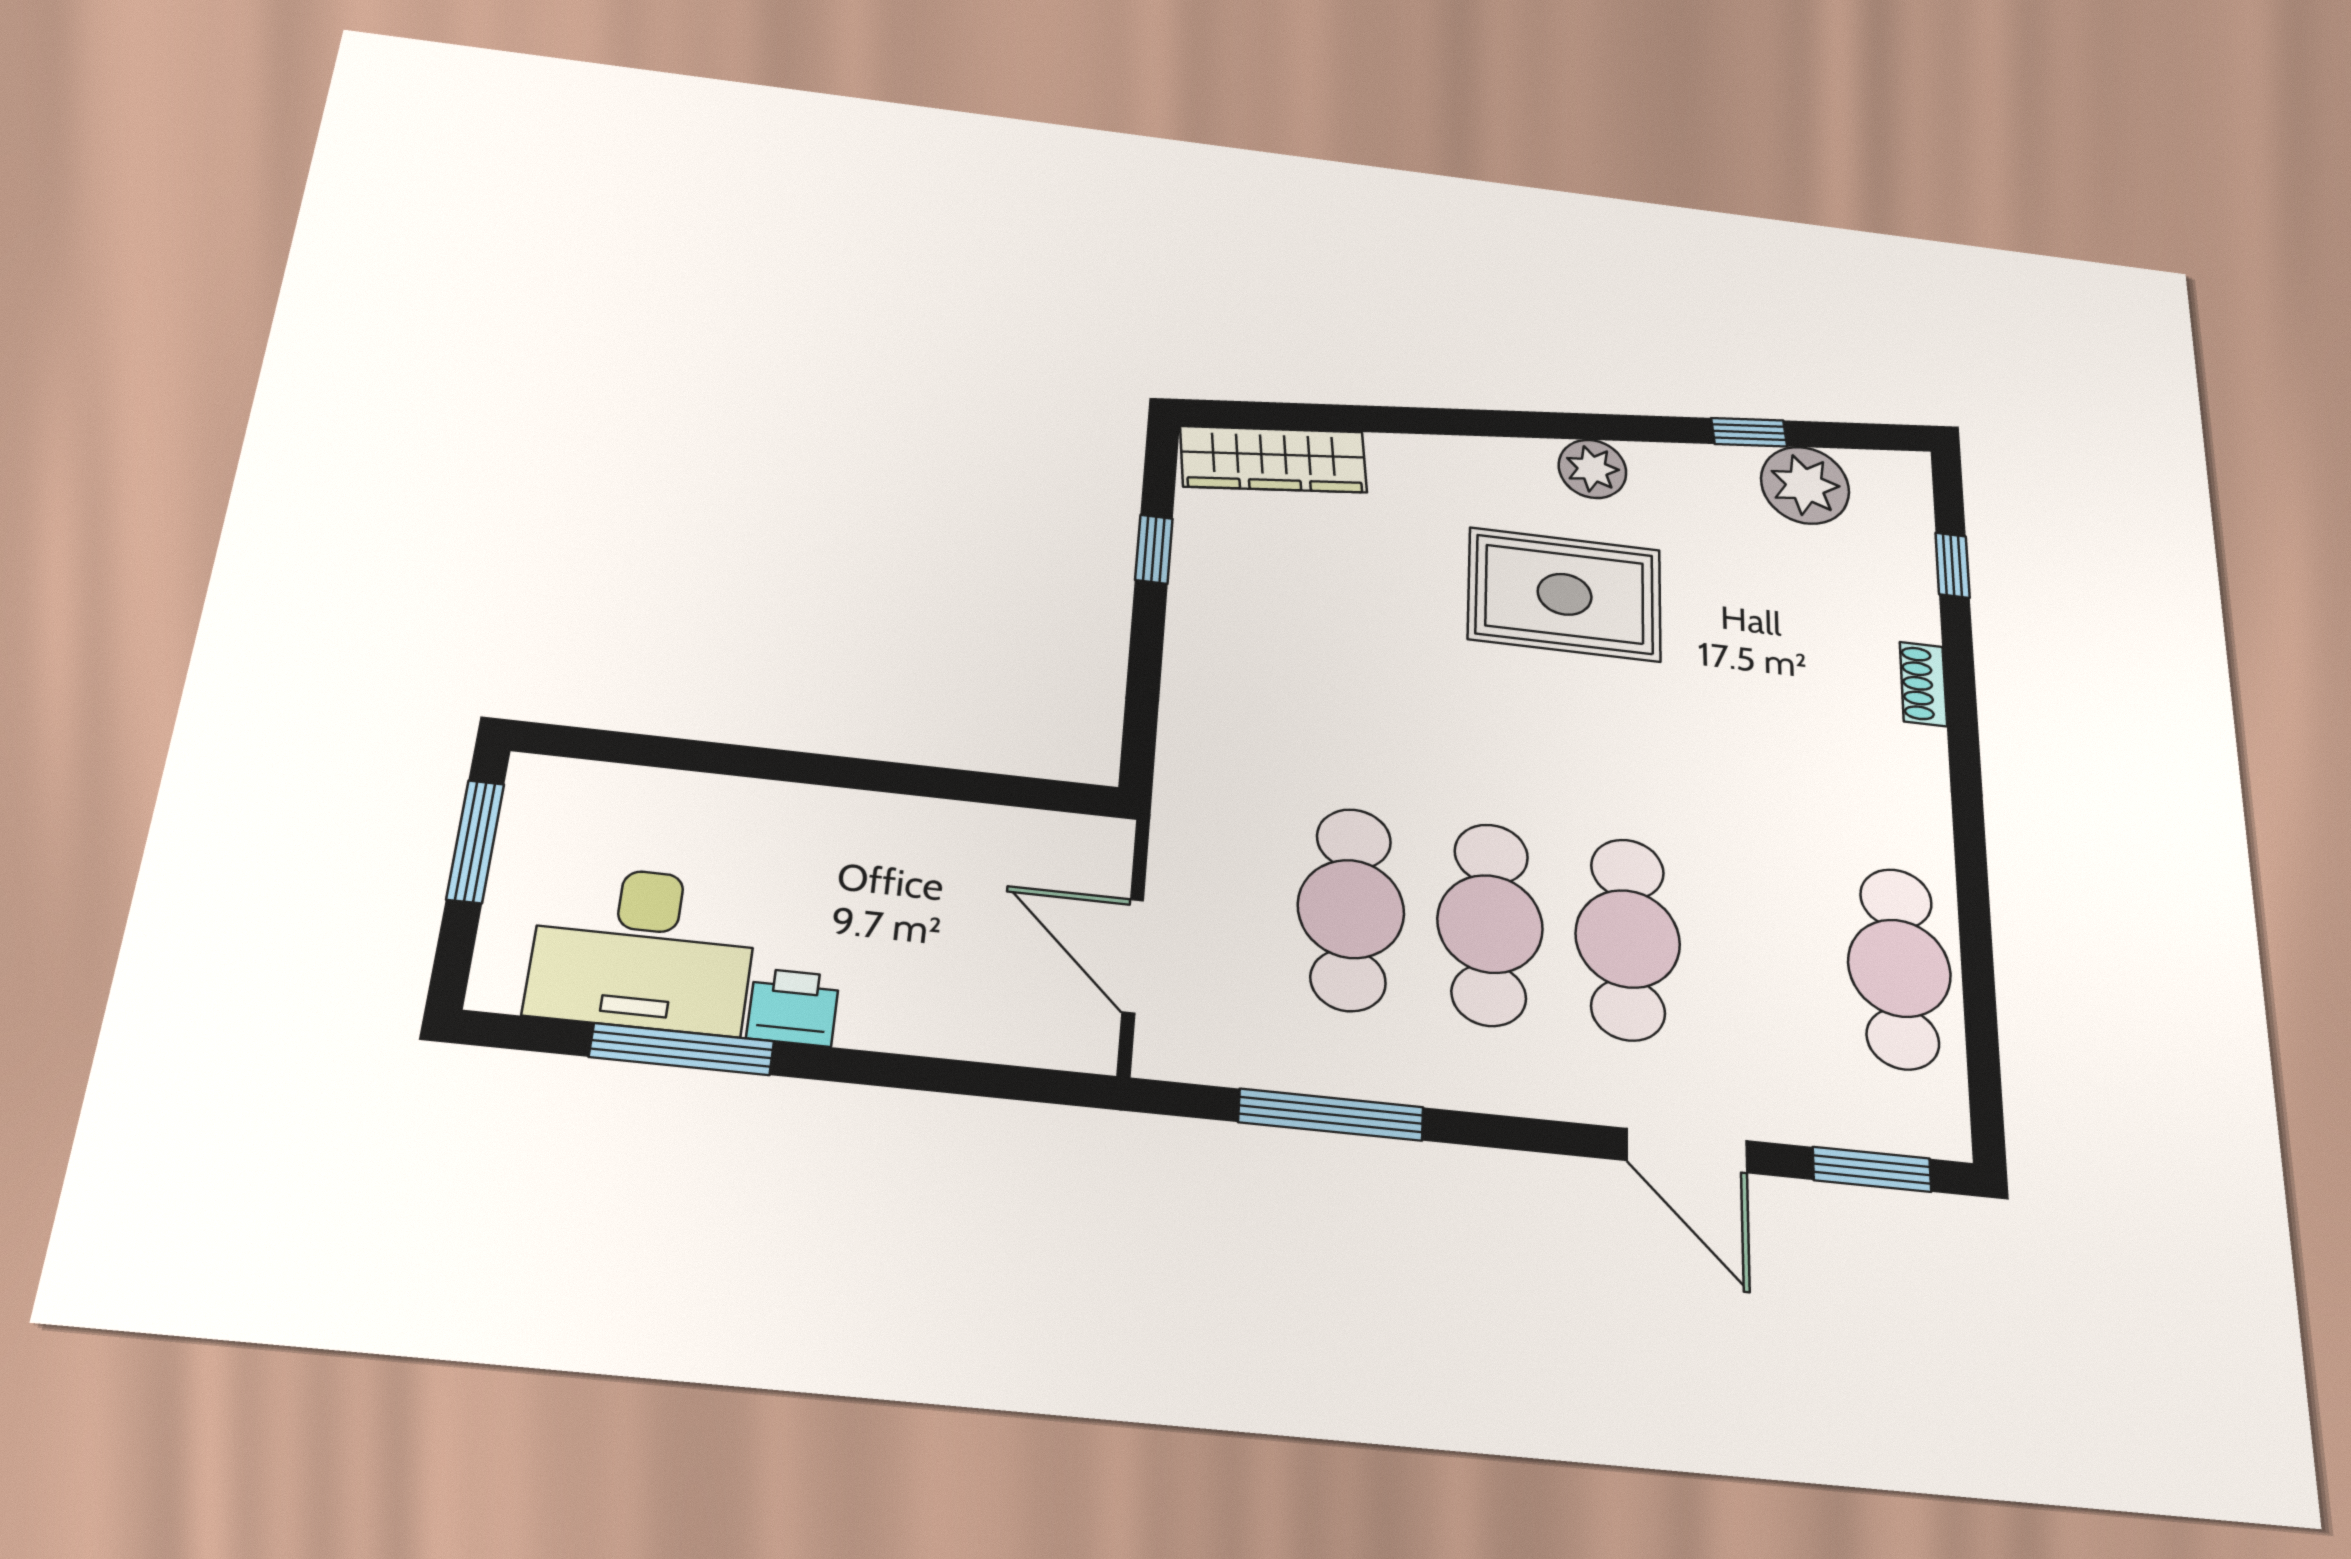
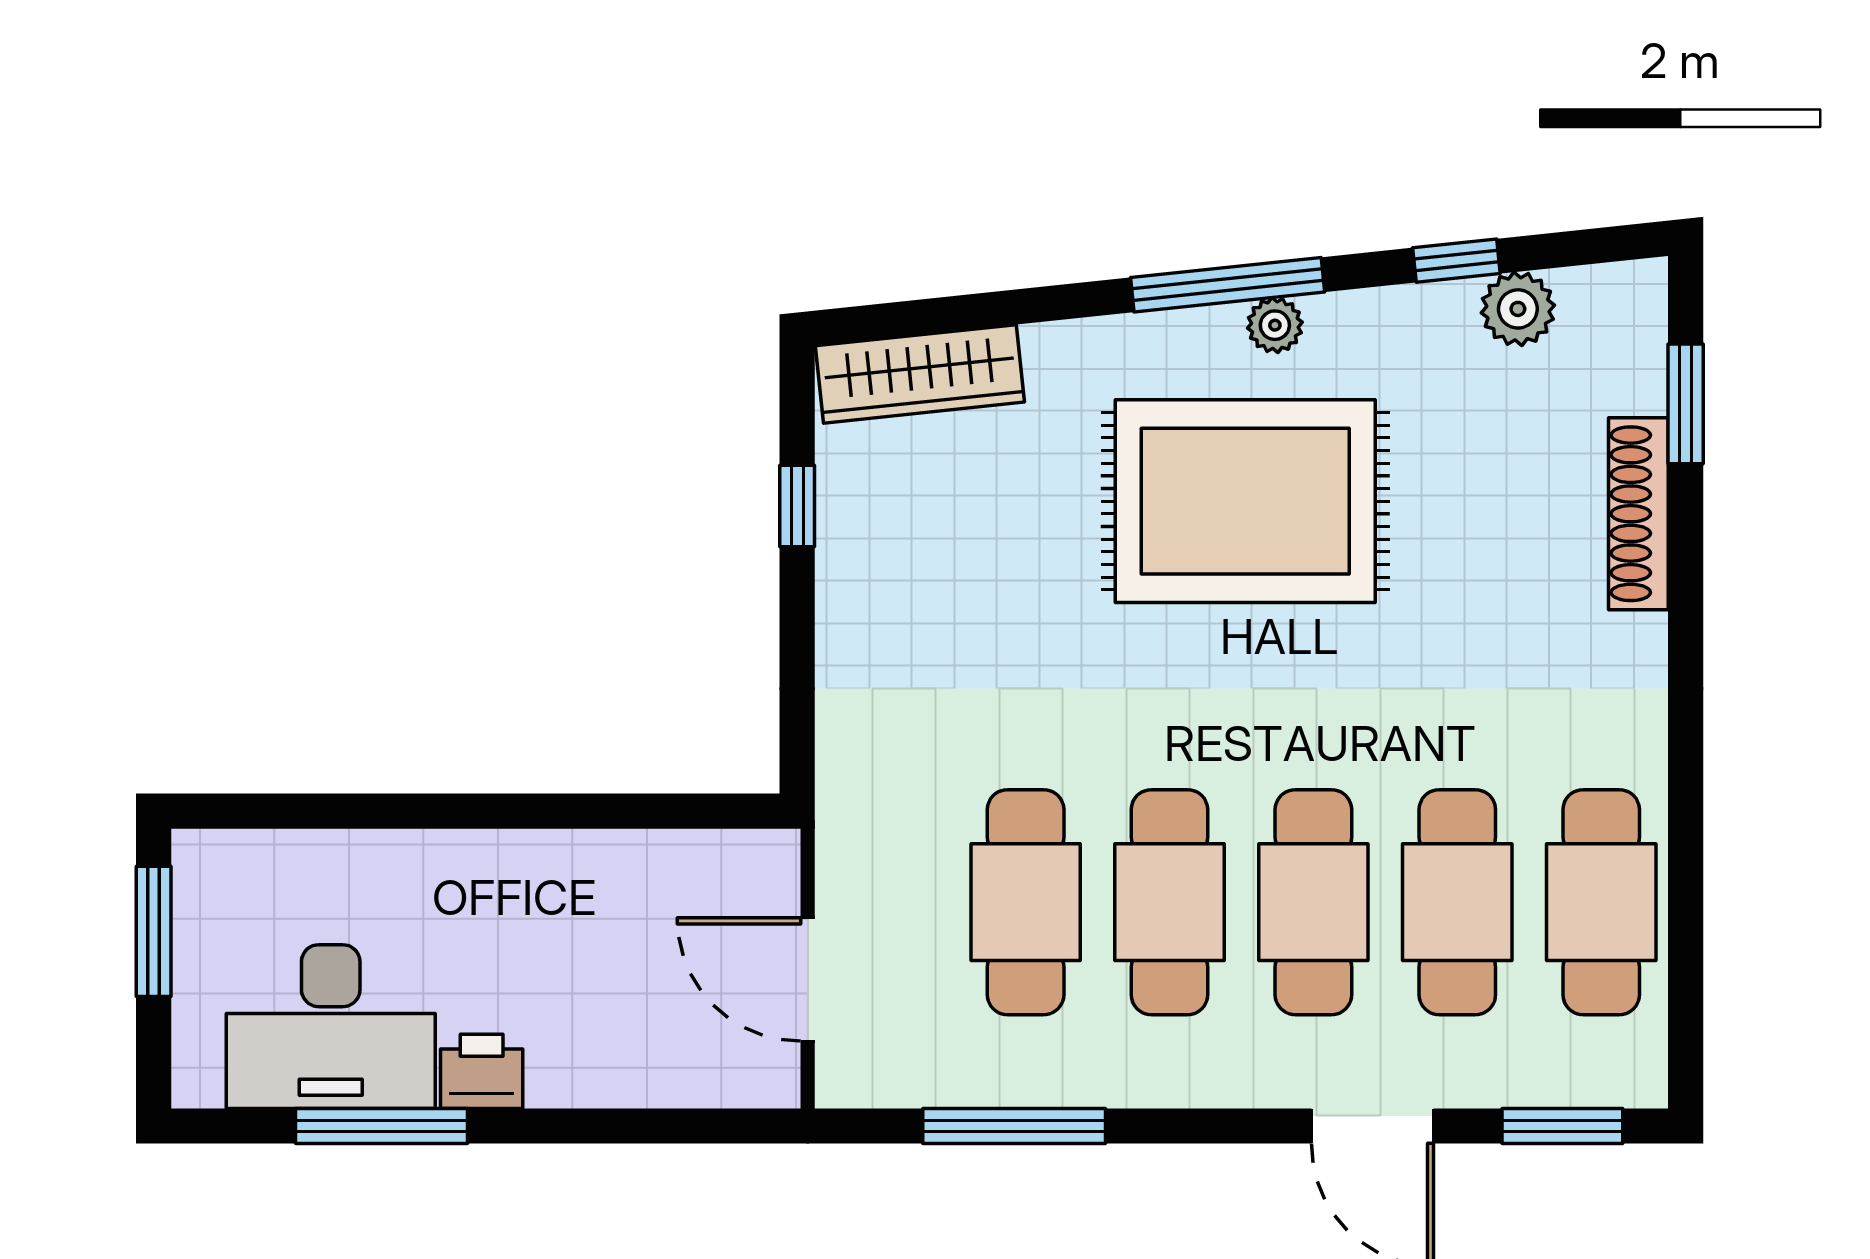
window: (1550, 425) -> (1228, 285), added
plant: (1592, 469) -> (1275, 325), width x0.73, depth x0.73
plant: (1805, 485) -> (1518, 309), width x0.73, depth x0.73
window: (1953, 565) -> (1686, 404), width x1.50
rug: (1565, 594) -> (1245, 501), width x1.37, depth x1.44
shoe rack: (1923, 684) -> (1638, 514), width x1.94, depth x1.24
cafe table: (1764, 953) -> (1457, 902), added

